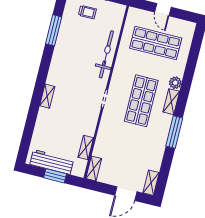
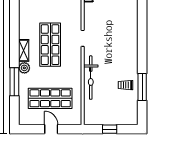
trolley: (87, 12) -> (126, 85), moved
shelving: (47, 96) -> (133, 28), removed
window: (174, 132) -> (14, 82), moved

